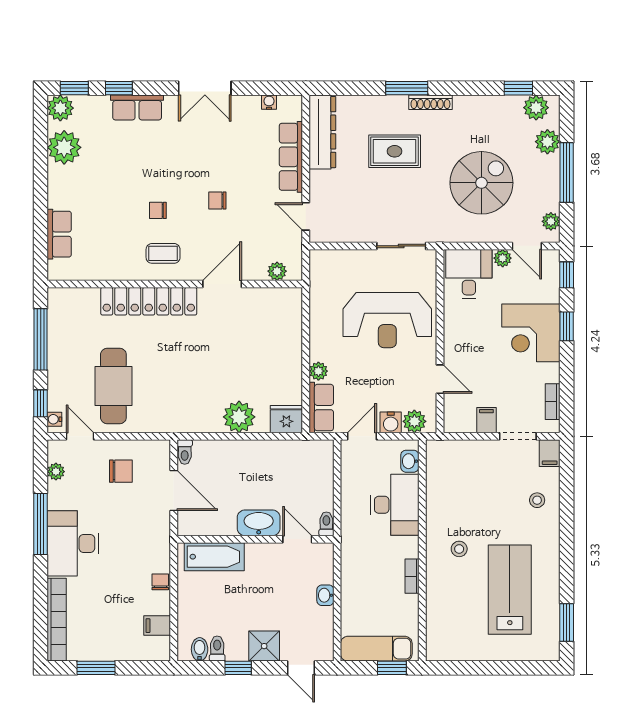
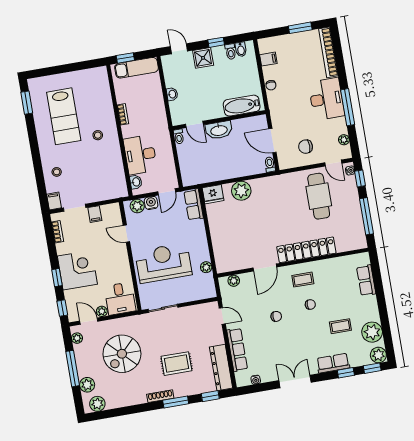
window: (518, 88) -> (210, 396), moved
coffee table: (115, 166) -> (340, 326), added
plant: (318, 371) -> (206, 267), moved

